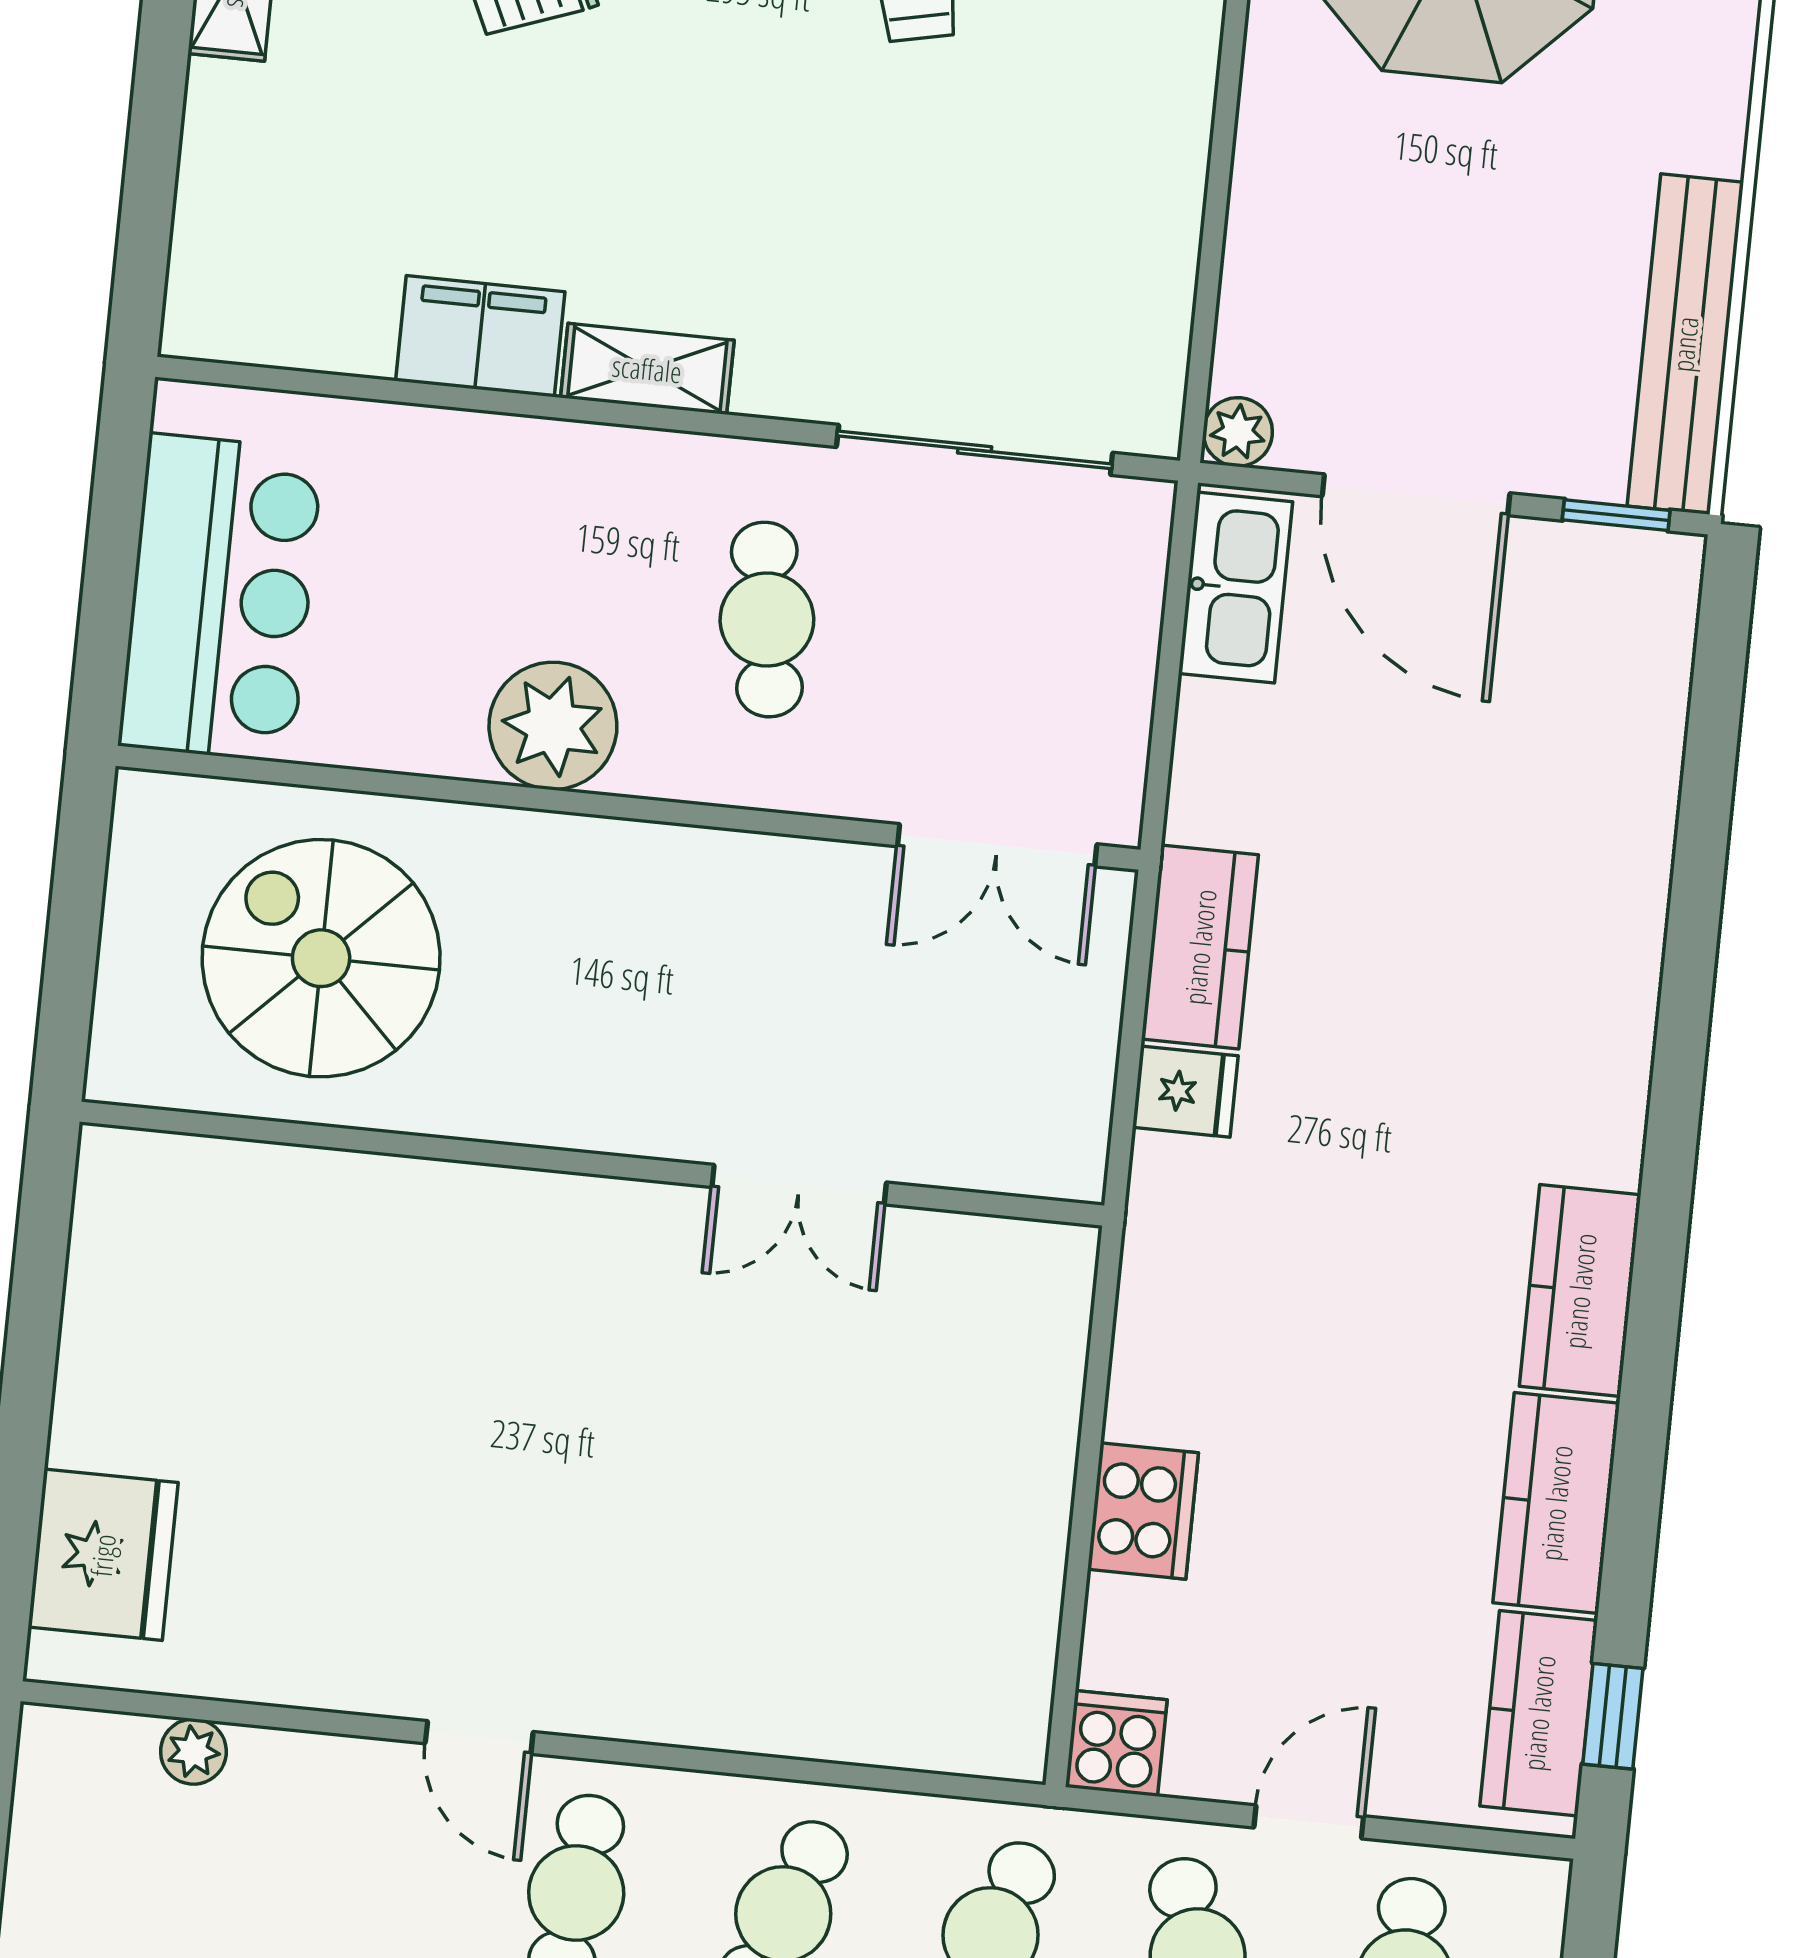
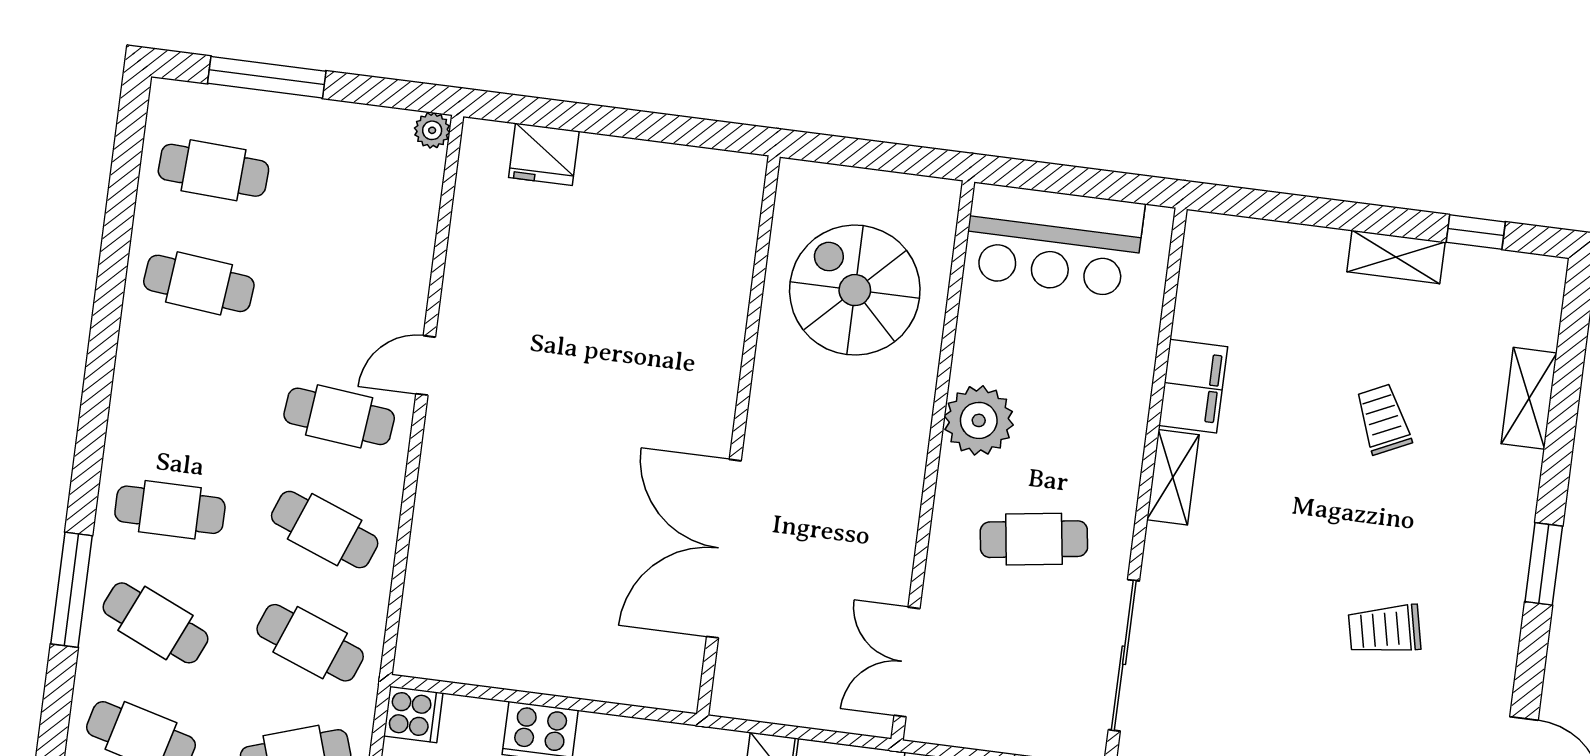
spiral stairs: (321, 958) -> (855, 290), turned -90
double door: (799, 1185) -> (724, 549), width x1.87
fridge: (103, 1555) -> (544, 154), width x0.73, depth x0.75
plant: (193, 1752) -> (432, 130), moved

